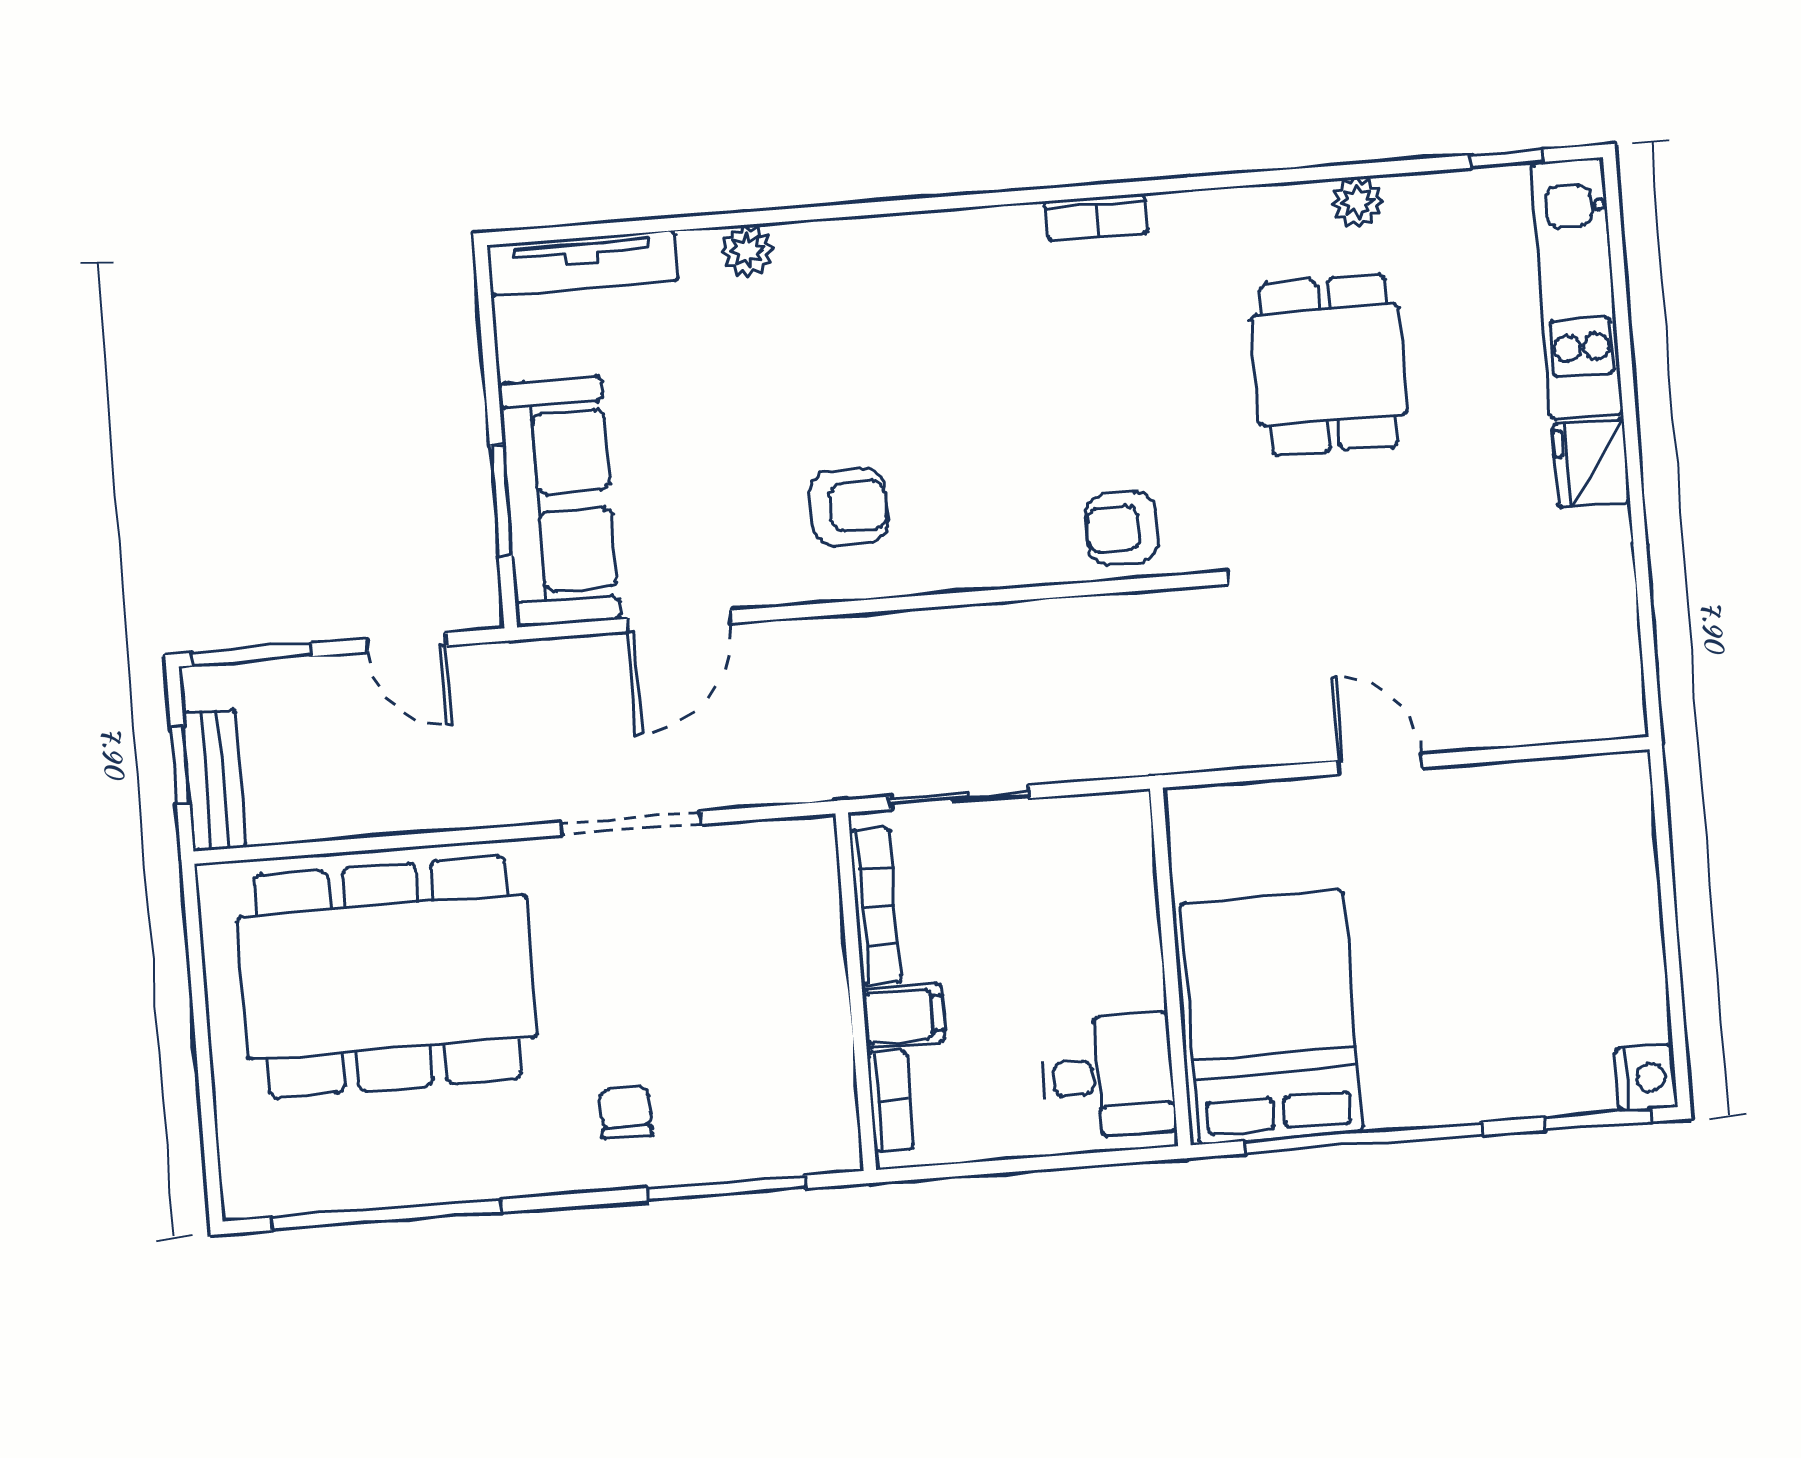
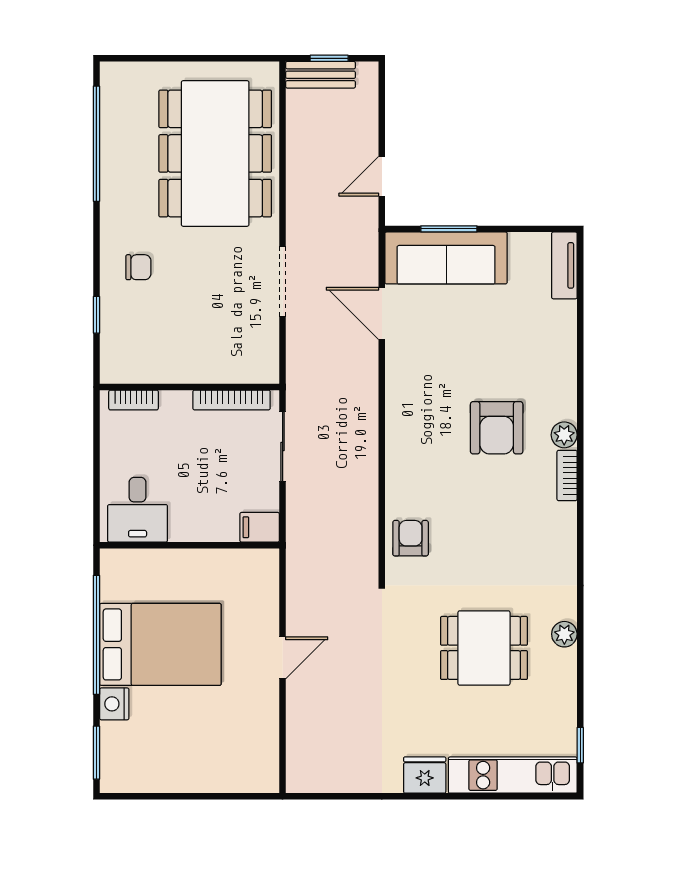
plant: (1357, 202) -> (564, 634), moved
bookcase: (1096, 217) -> (567, 475), moved
plant: (747, 250) -> (564, 435), moved
tv unit: (582, 263) -> (564, 265), width x0.71
armchair: (849, 507) -> (497, 428), moved, width x1.38, depth x1.38
window: (252, 655) -> (382, 98), removed
filing cabinet: (904, 1016) -> (260, 527), moved, turned 90
bed: (1271, 1017) -> (160, 644), moved
nightstand: (1646, 1078) -> (114, 704), moved, turned 90
window: (727, 1188) -> (96, 315), width x0.46

